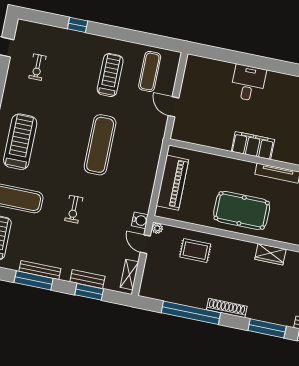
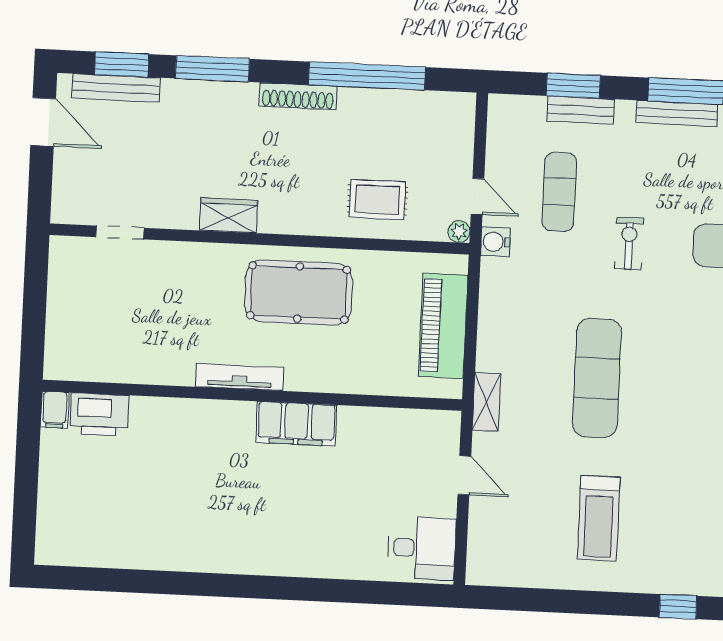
exercise mat: (150, 71) -> (559, 192), moved
desk: (248, 83) -> (422, 548), moved, turned -90
shelving: (129, 275) -> (487, 402), moved

